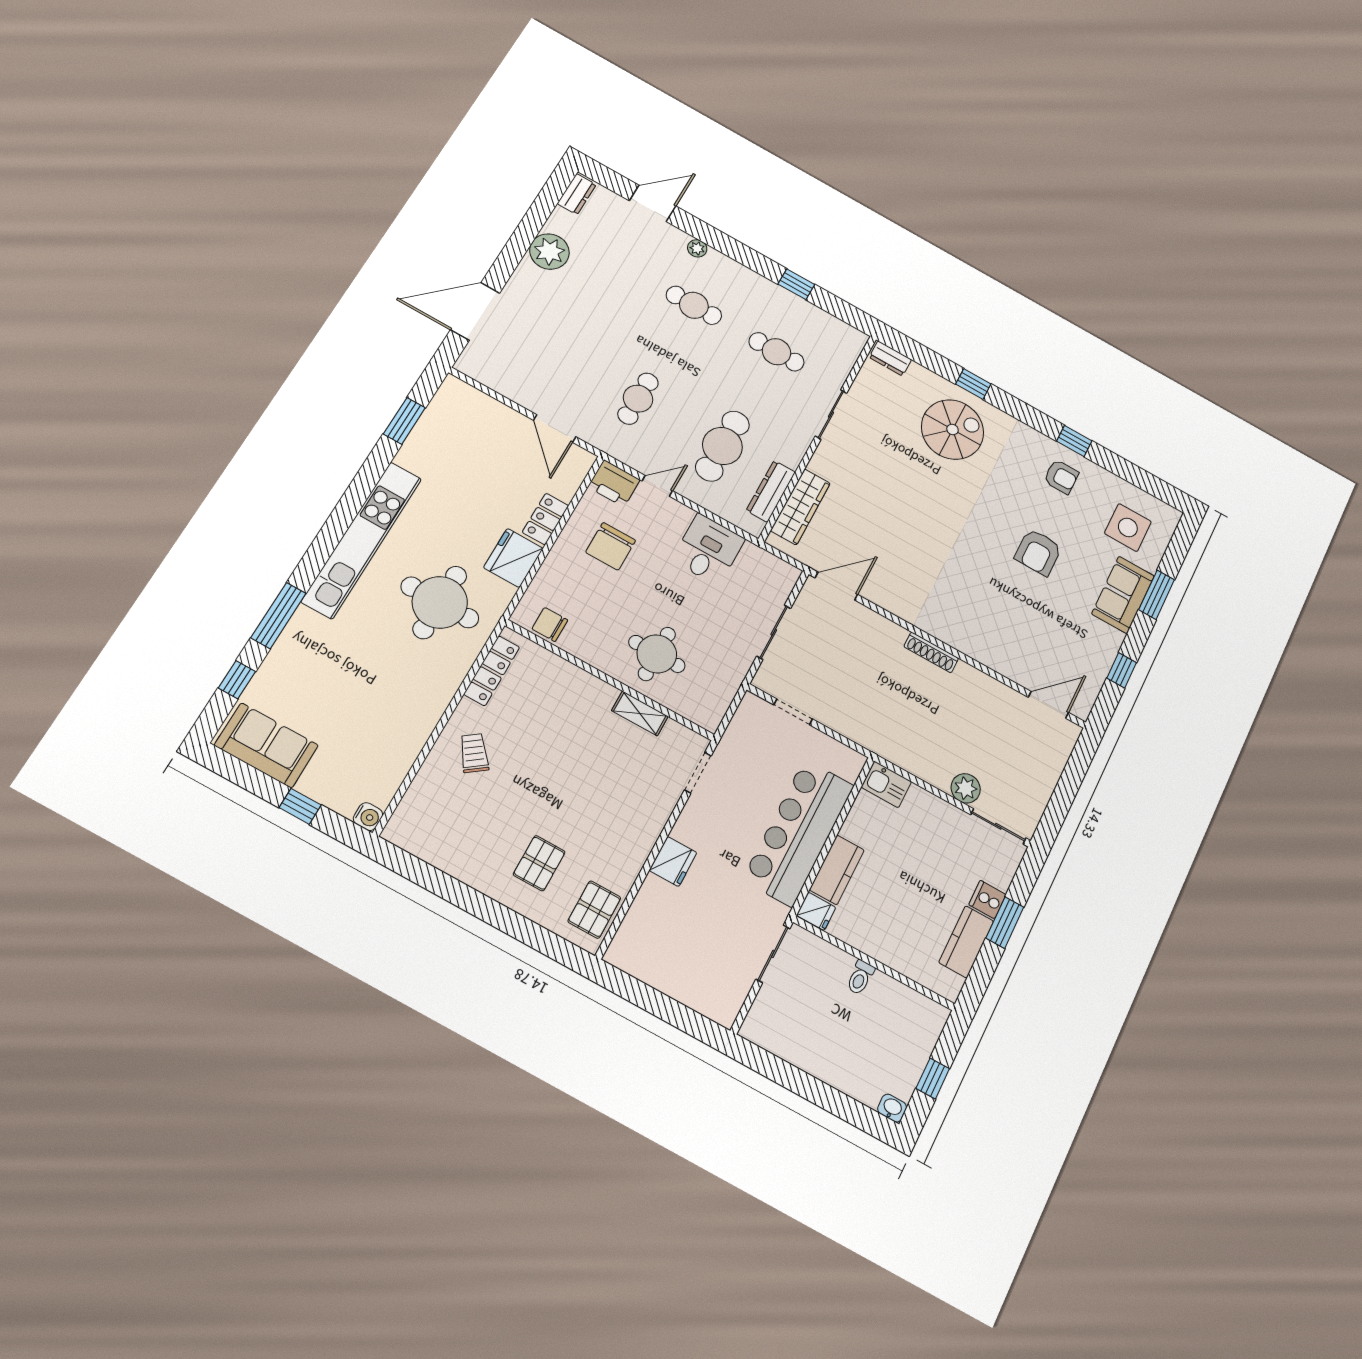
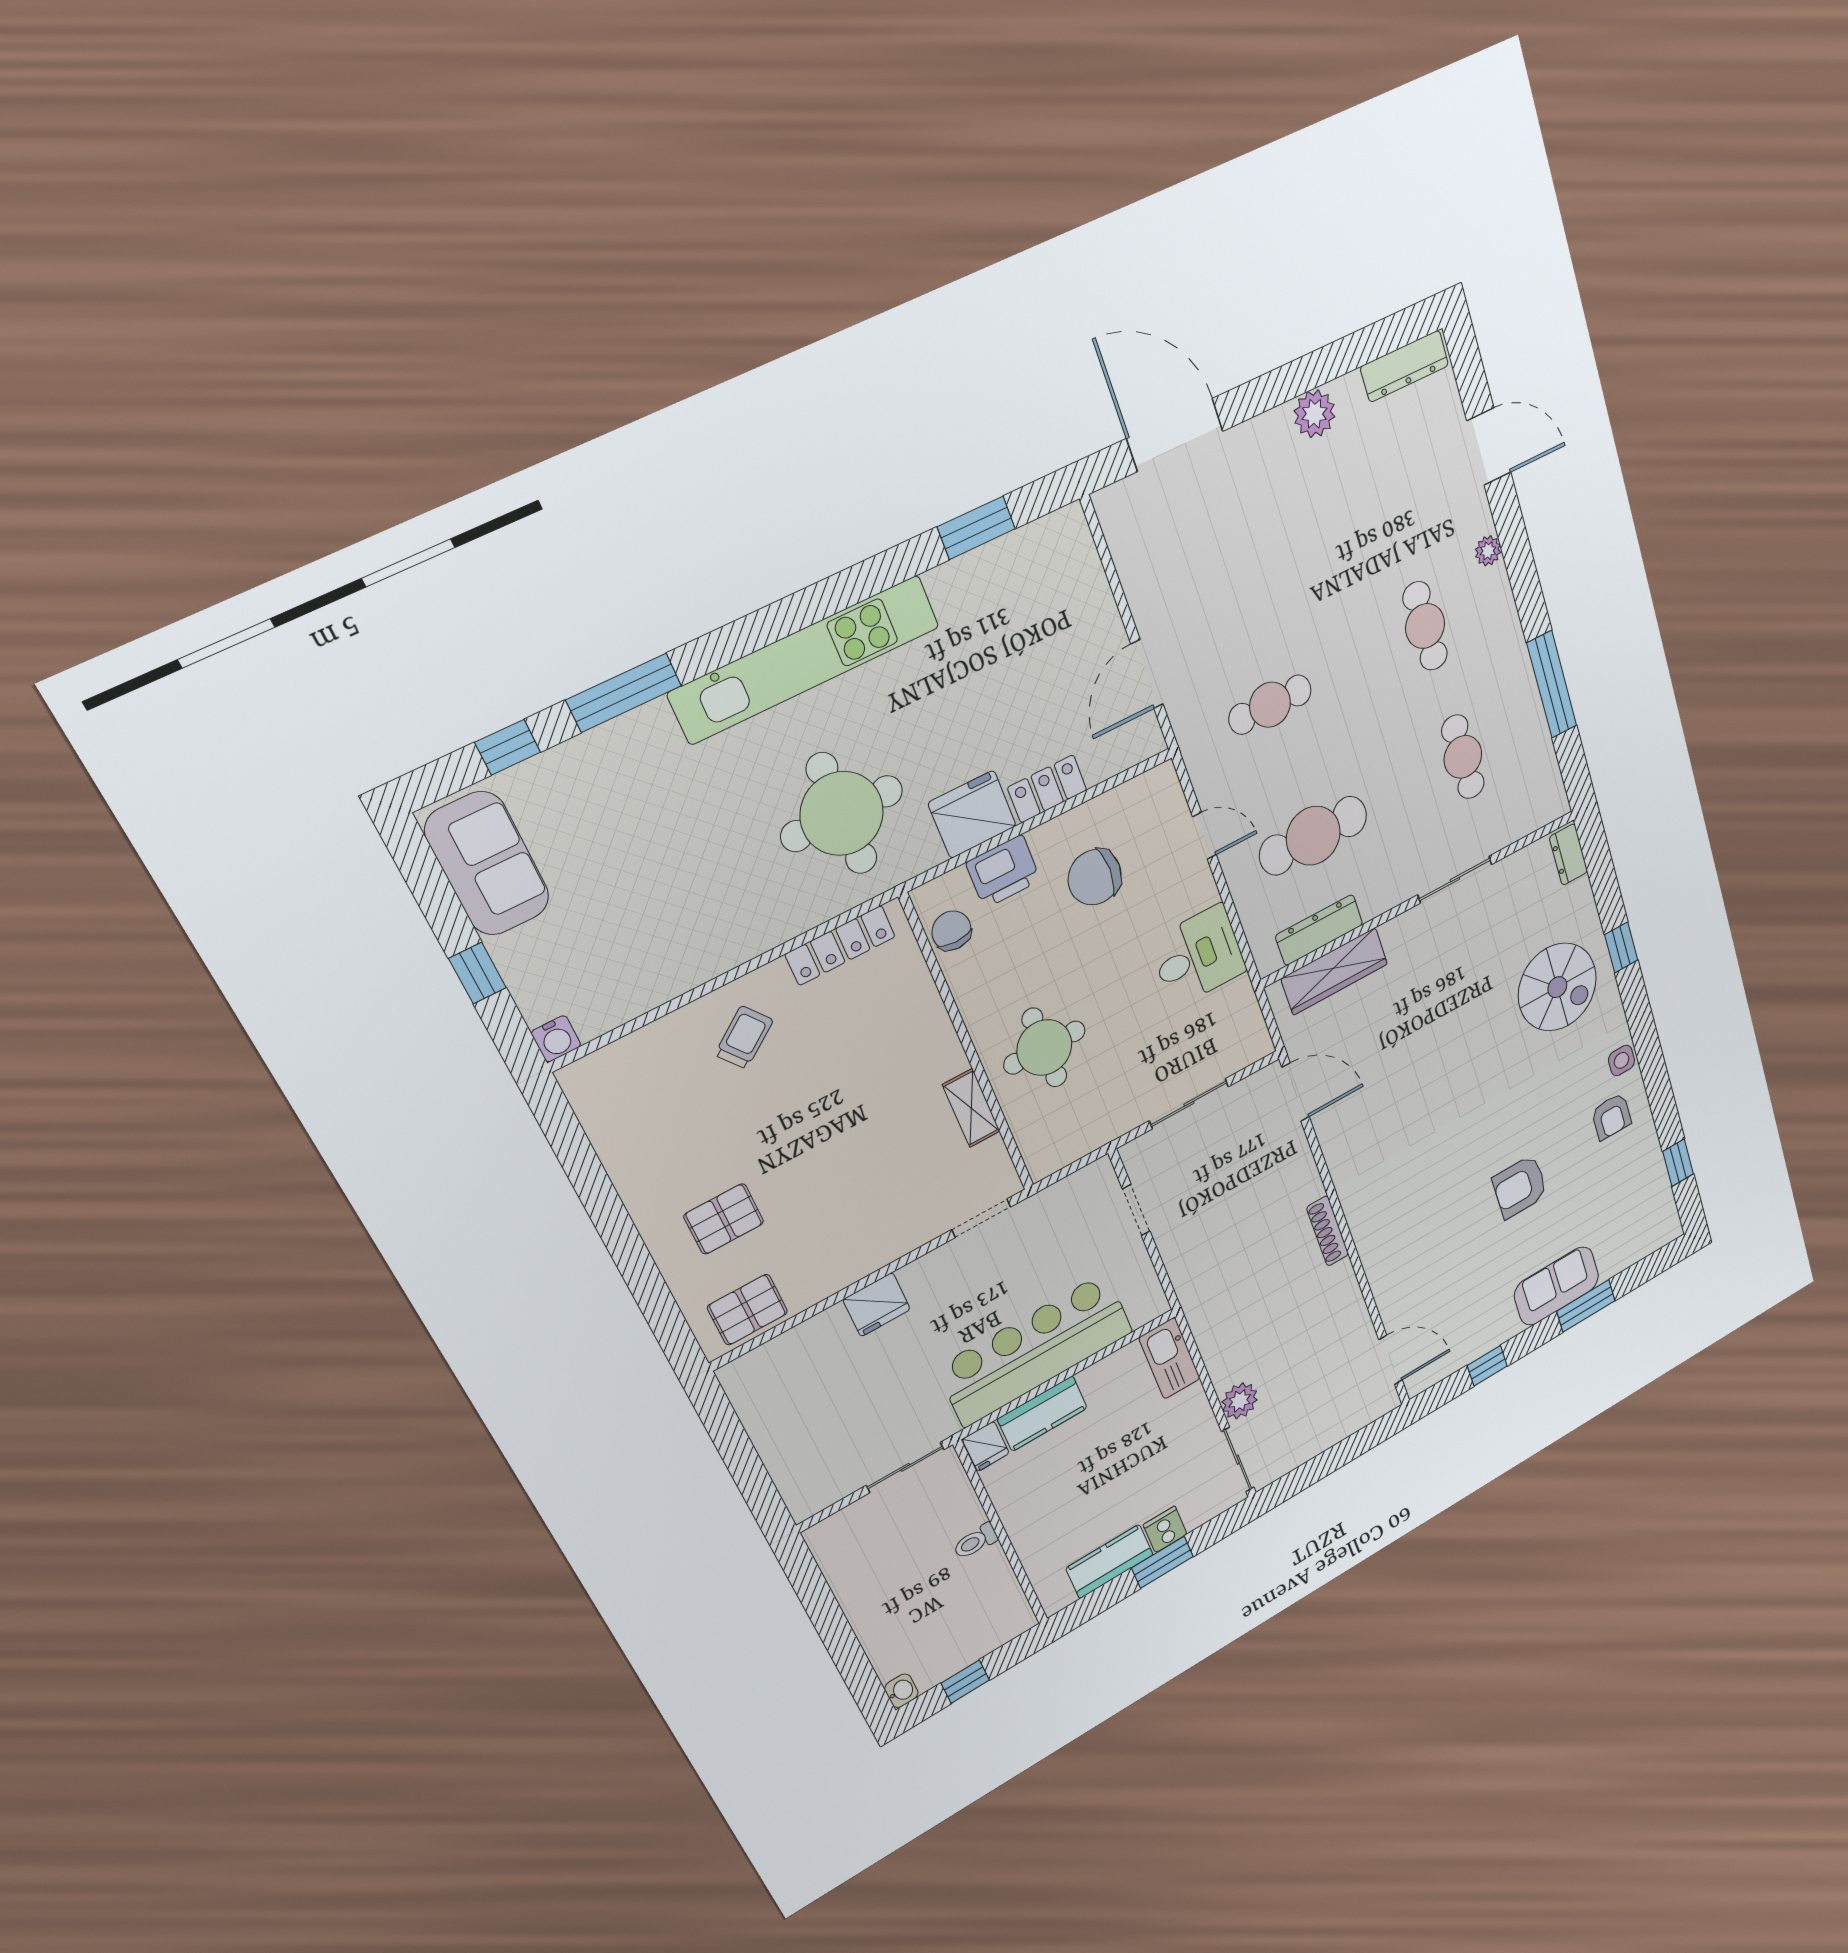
dresser: (577, 194) -> (1404, 366), width x1.44
plant: (549, 252) -> (1314, 414), width x0.73, depth x0.73
window: (796, 284) -> (1552, 685), width x2.17
window: (1074, 441) -> (1678, 1163), moved
printer: (614, 483) -> (1003, 871), moved, turned -90
side table: (1128, 527) -> (1622, 1060), moved, width x0.54, depth x0.54
kitchen sink: (886, 784) -> (1170, 1358), width x1.38

